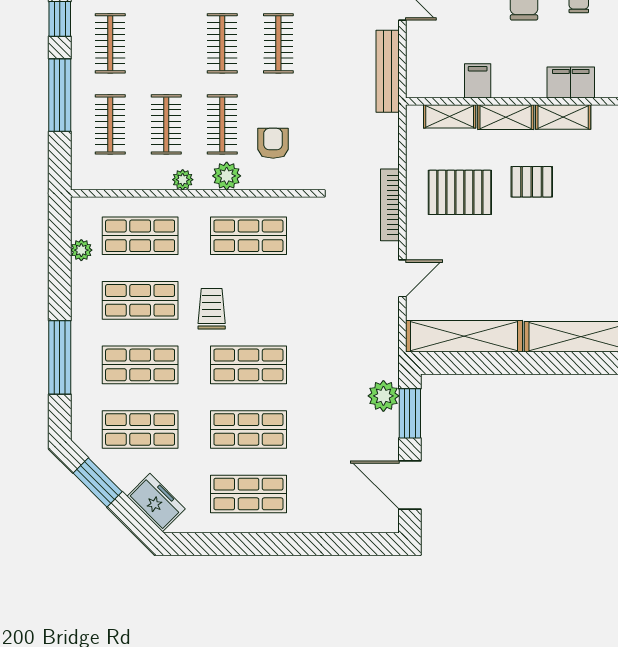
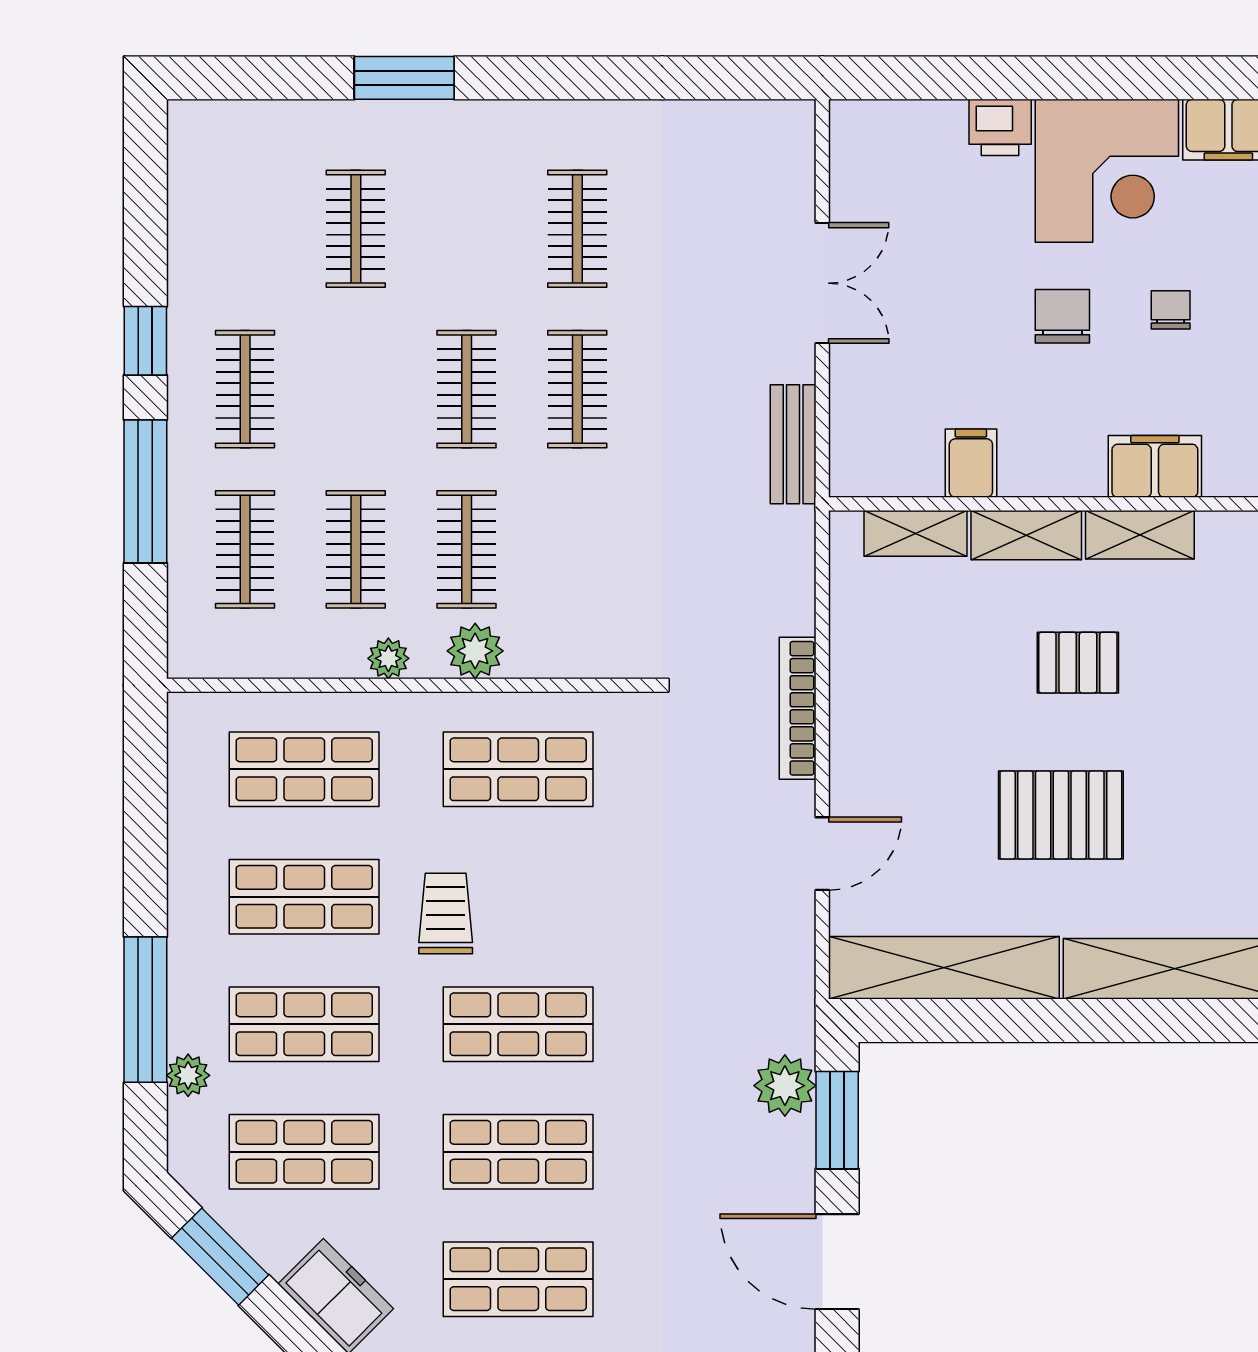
bench: (388, 71) -> (793, 444), width x0.73
armchair: (273, 143) -> (567, 587), removed
pallet: (460, 192) -> (1061, 815), moved
plant: (81, 250) -> (188, 1075), moved

